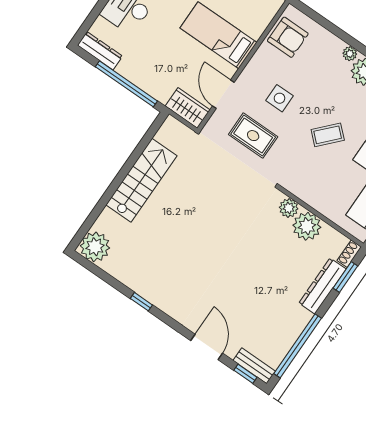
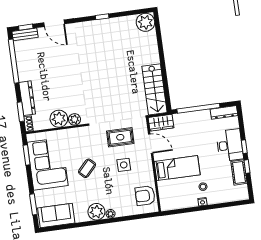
stairs: (141, 180) -> (154, 89), moved

